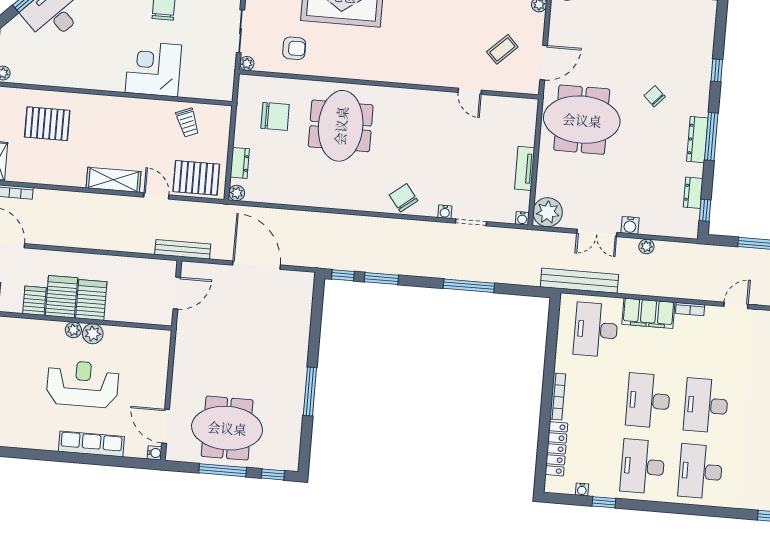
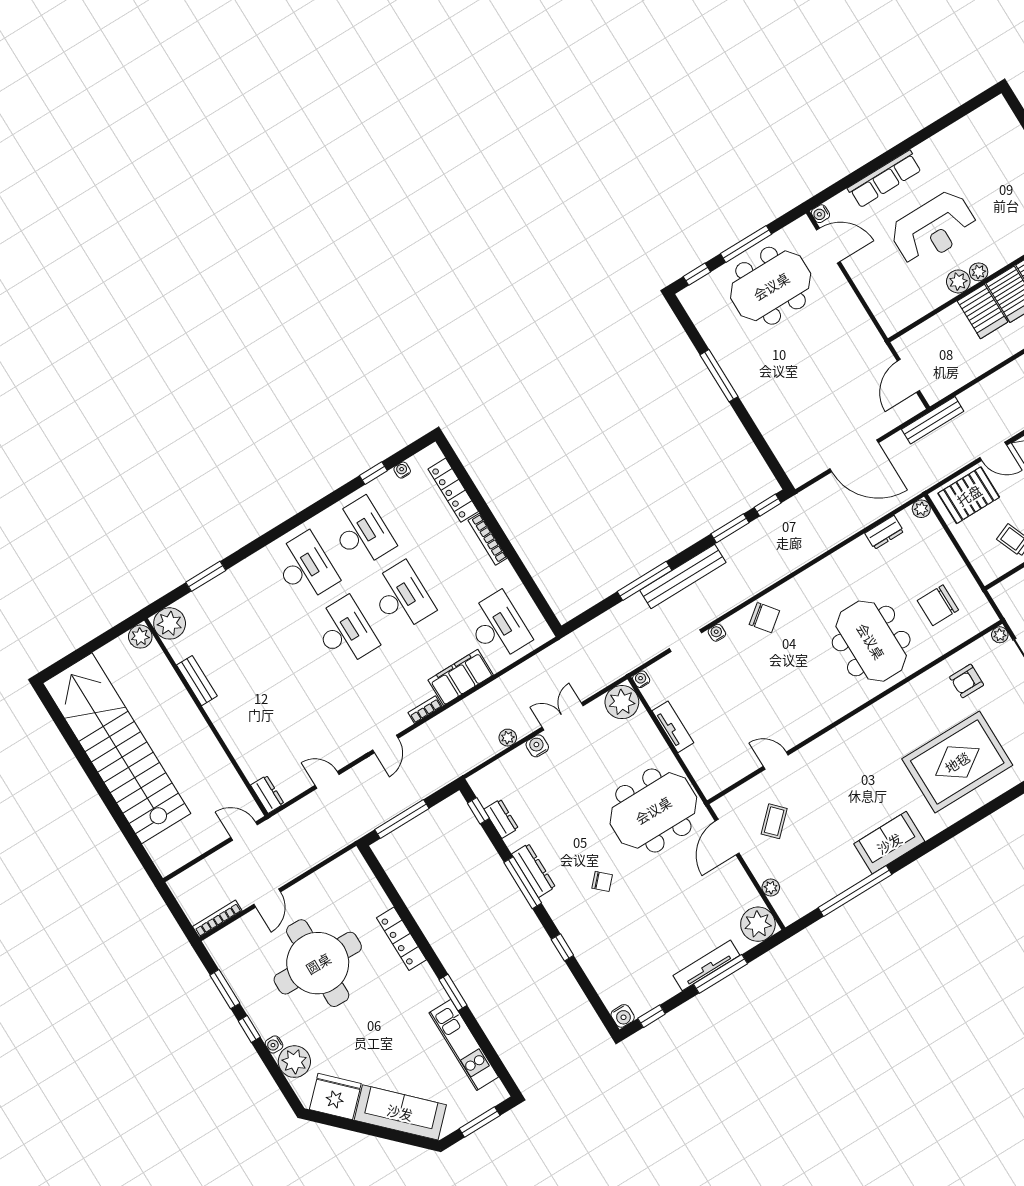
dresser: (240, 163) -> (884, 532), moved, turned -90
bench: (579, 281) -> (683, 576), moved

